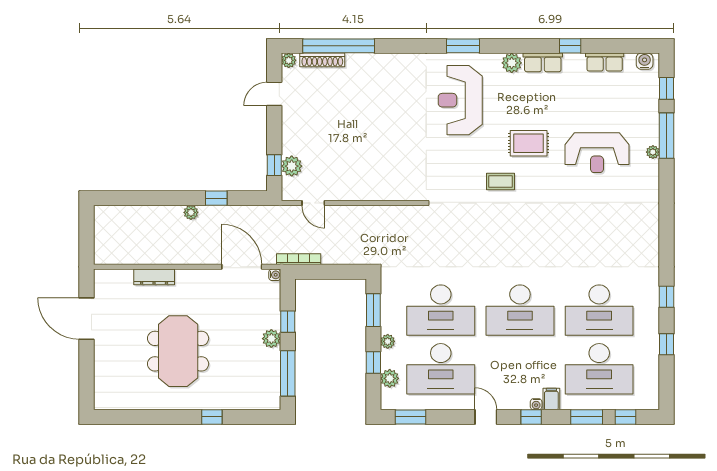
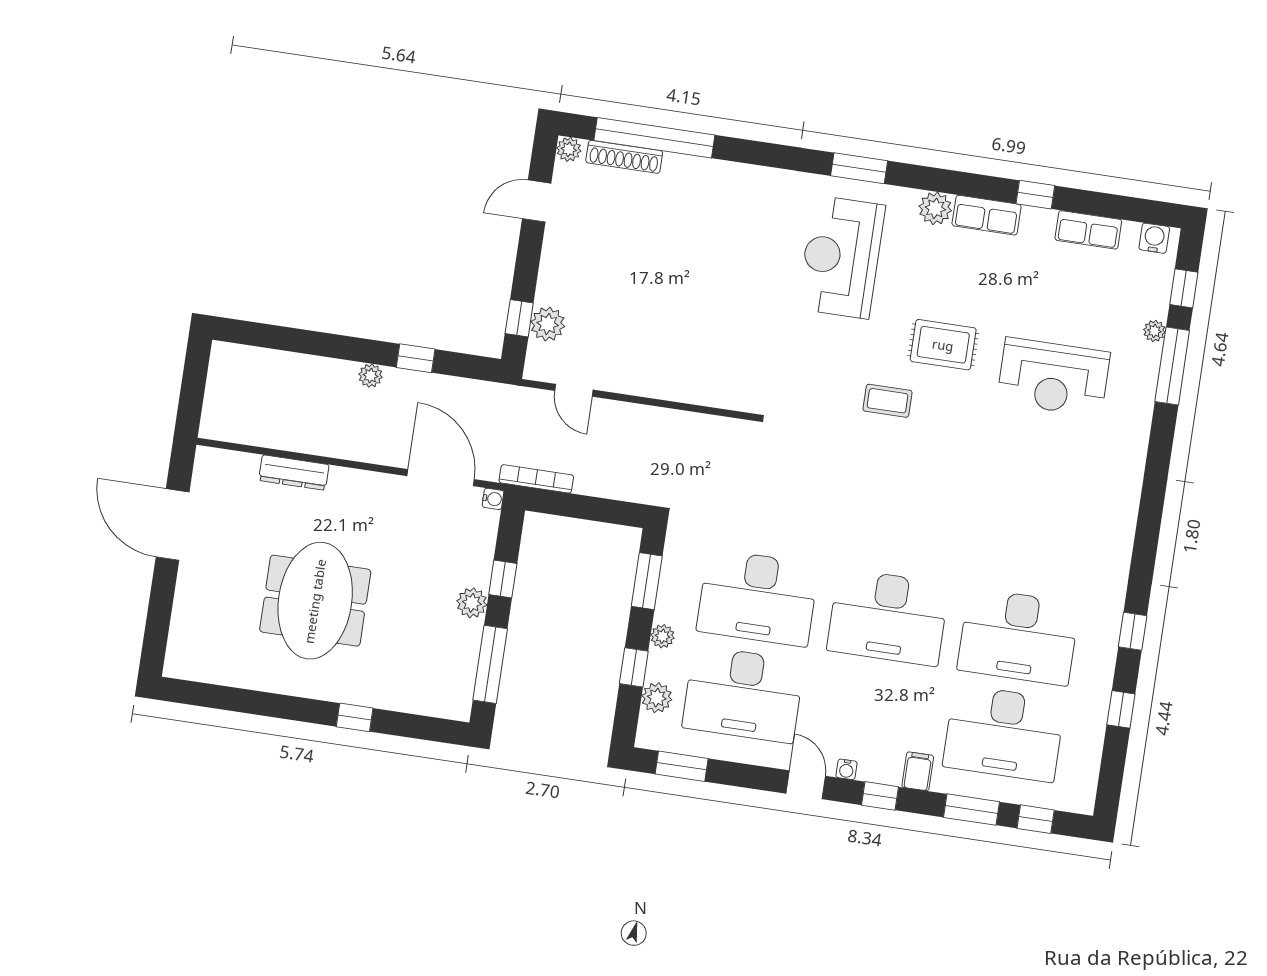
plant: (653, 152) -> (1154, 331), moved
water cooler: (536, 404) -> (846, 769), moved

